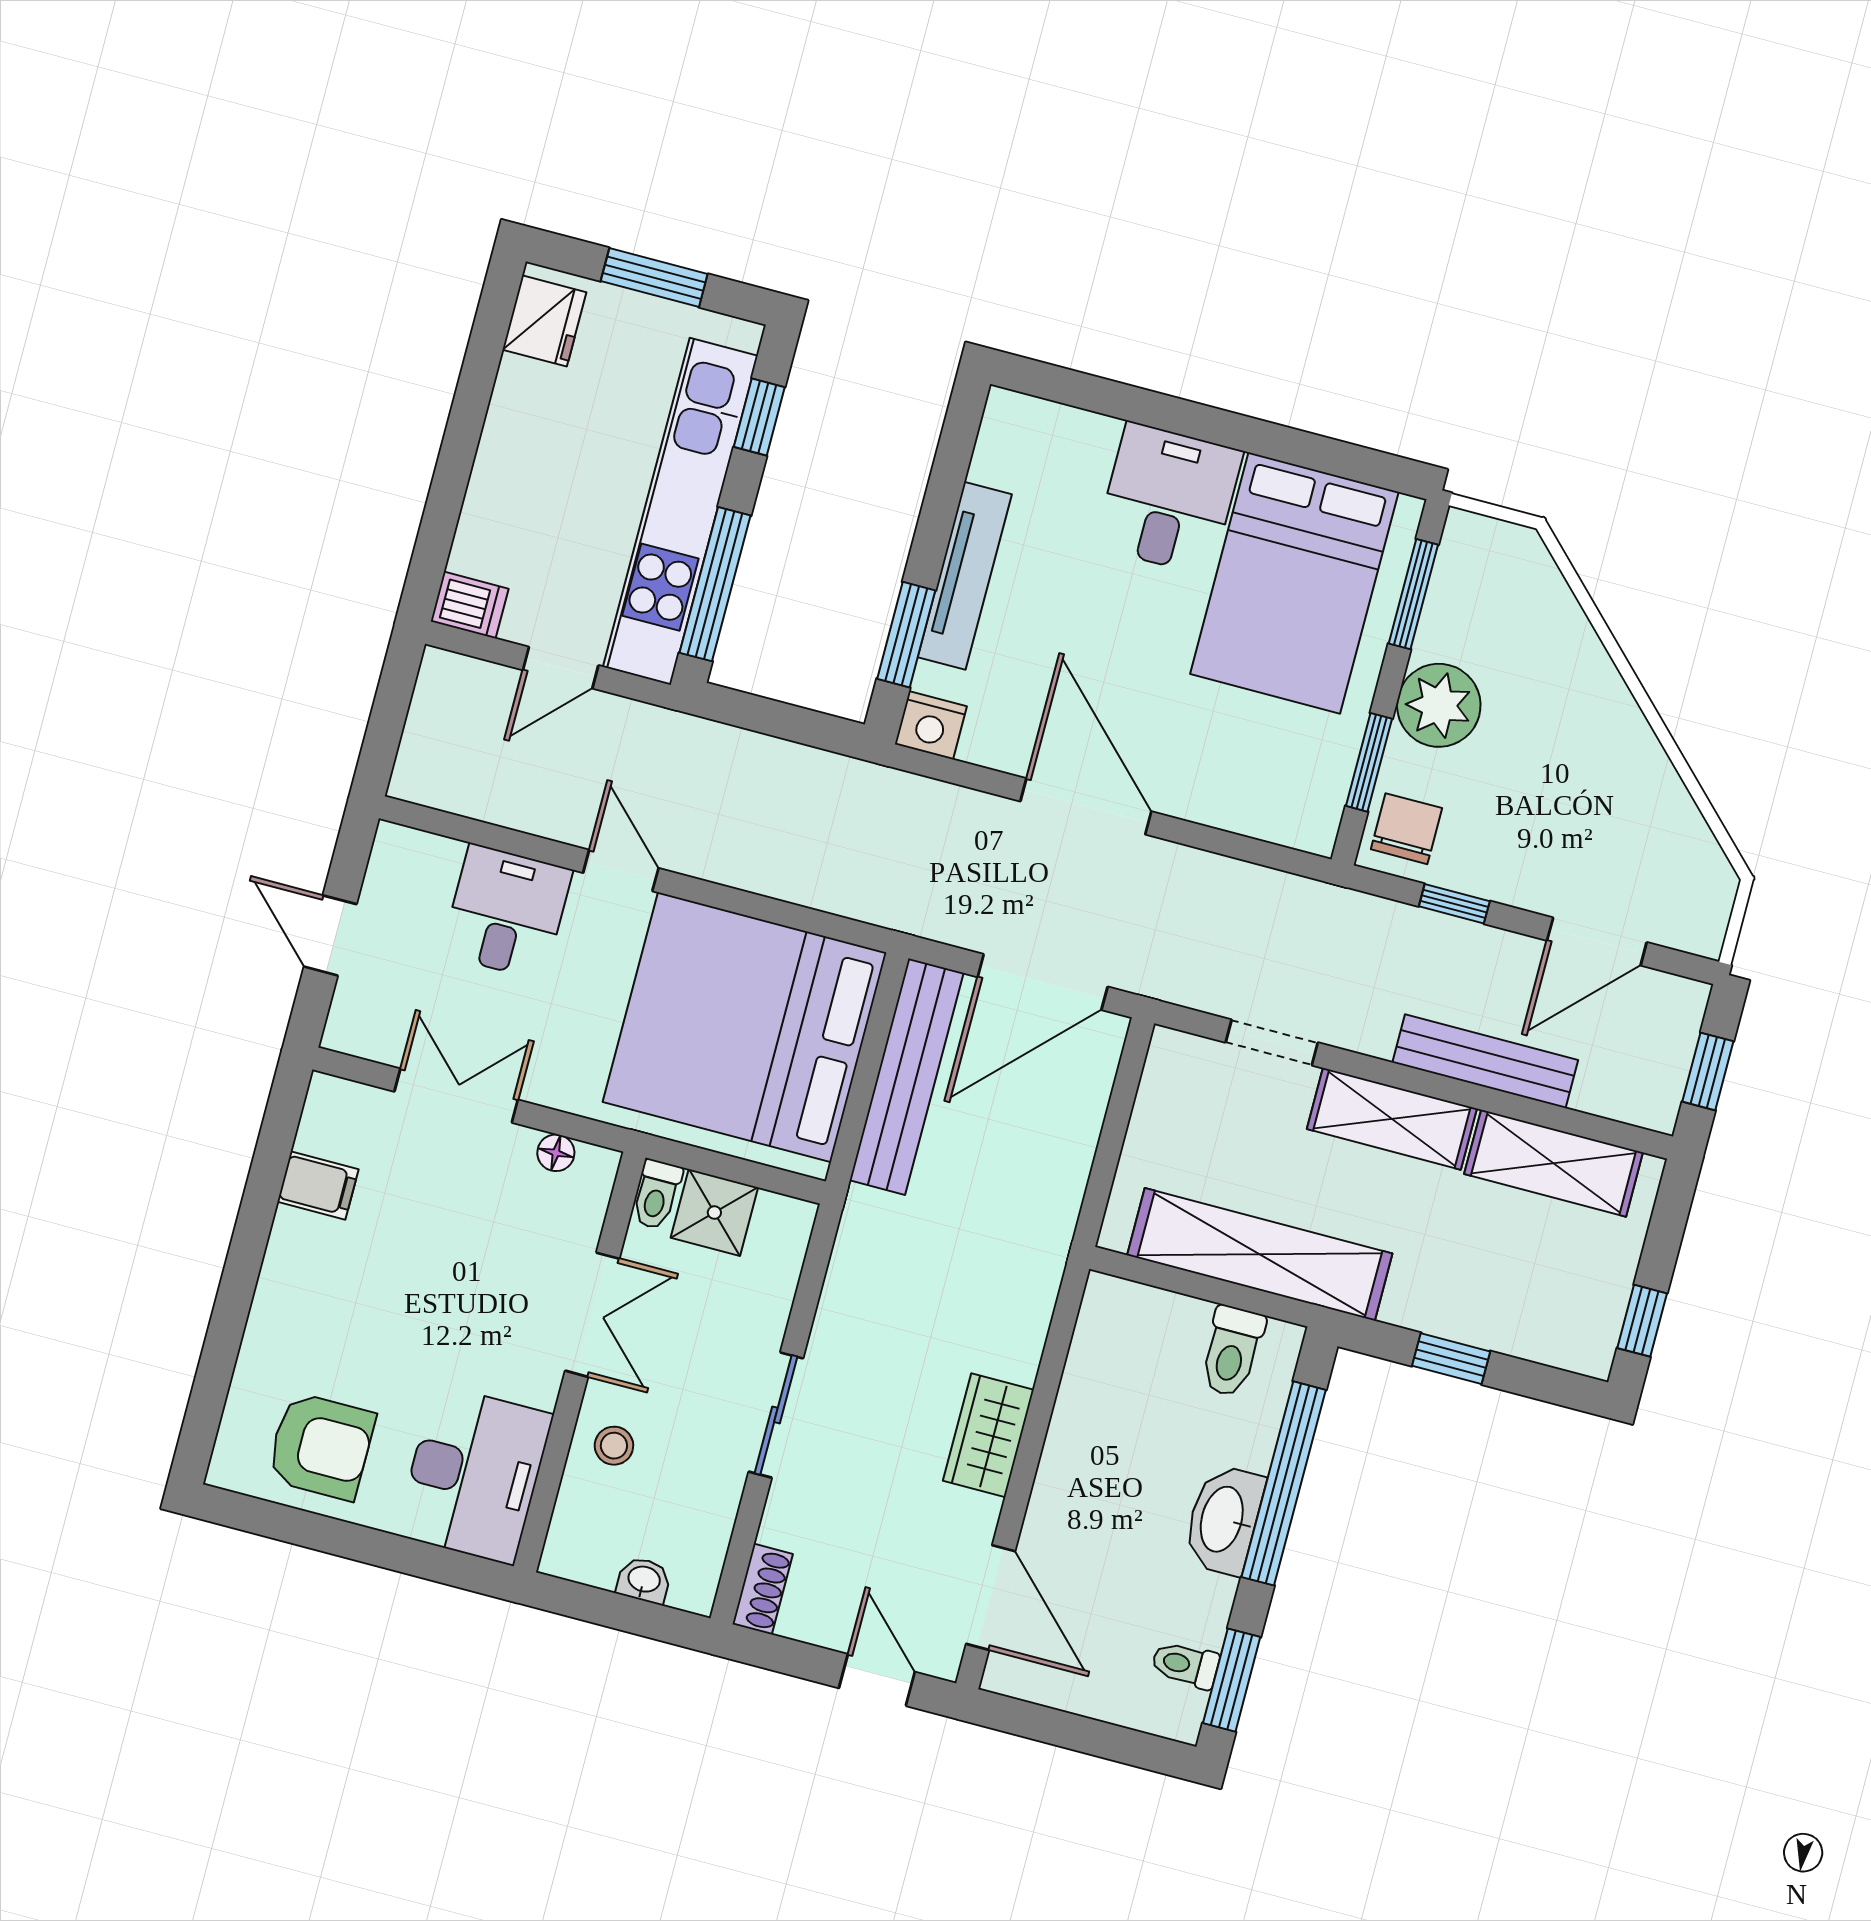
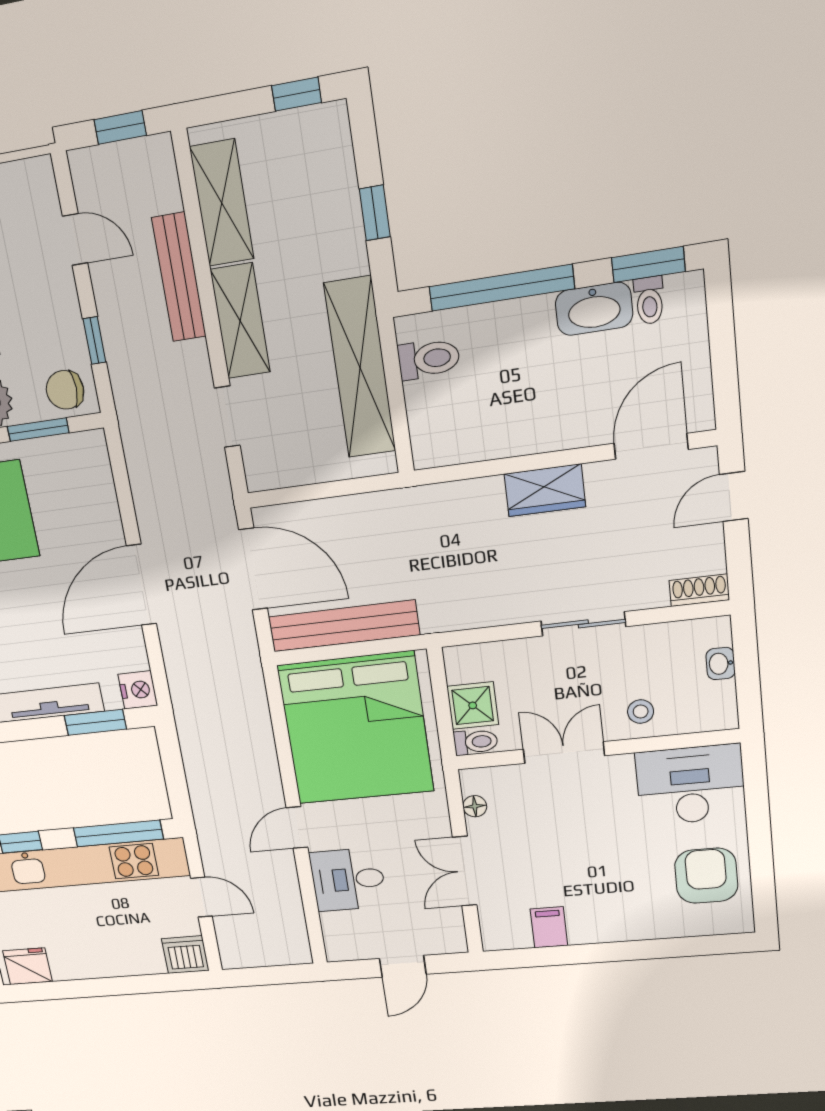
dishwasher: (470, 605) -> (185, 955), width x1.38
door: (1597, 941) -> (75, 240), width x0.73
washbasin: (1224, 1520) -> (594, 309), moved

